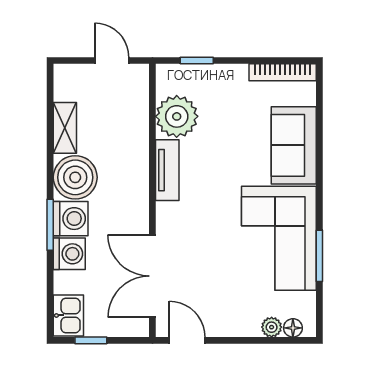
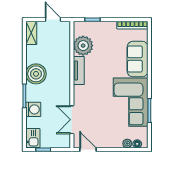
shelving: (65, 128) -> (31, 33), moved
washing machine: (71, 219) -> (34, 93), removed
double door: (152, 276) -> (72, 120), width x0.73

